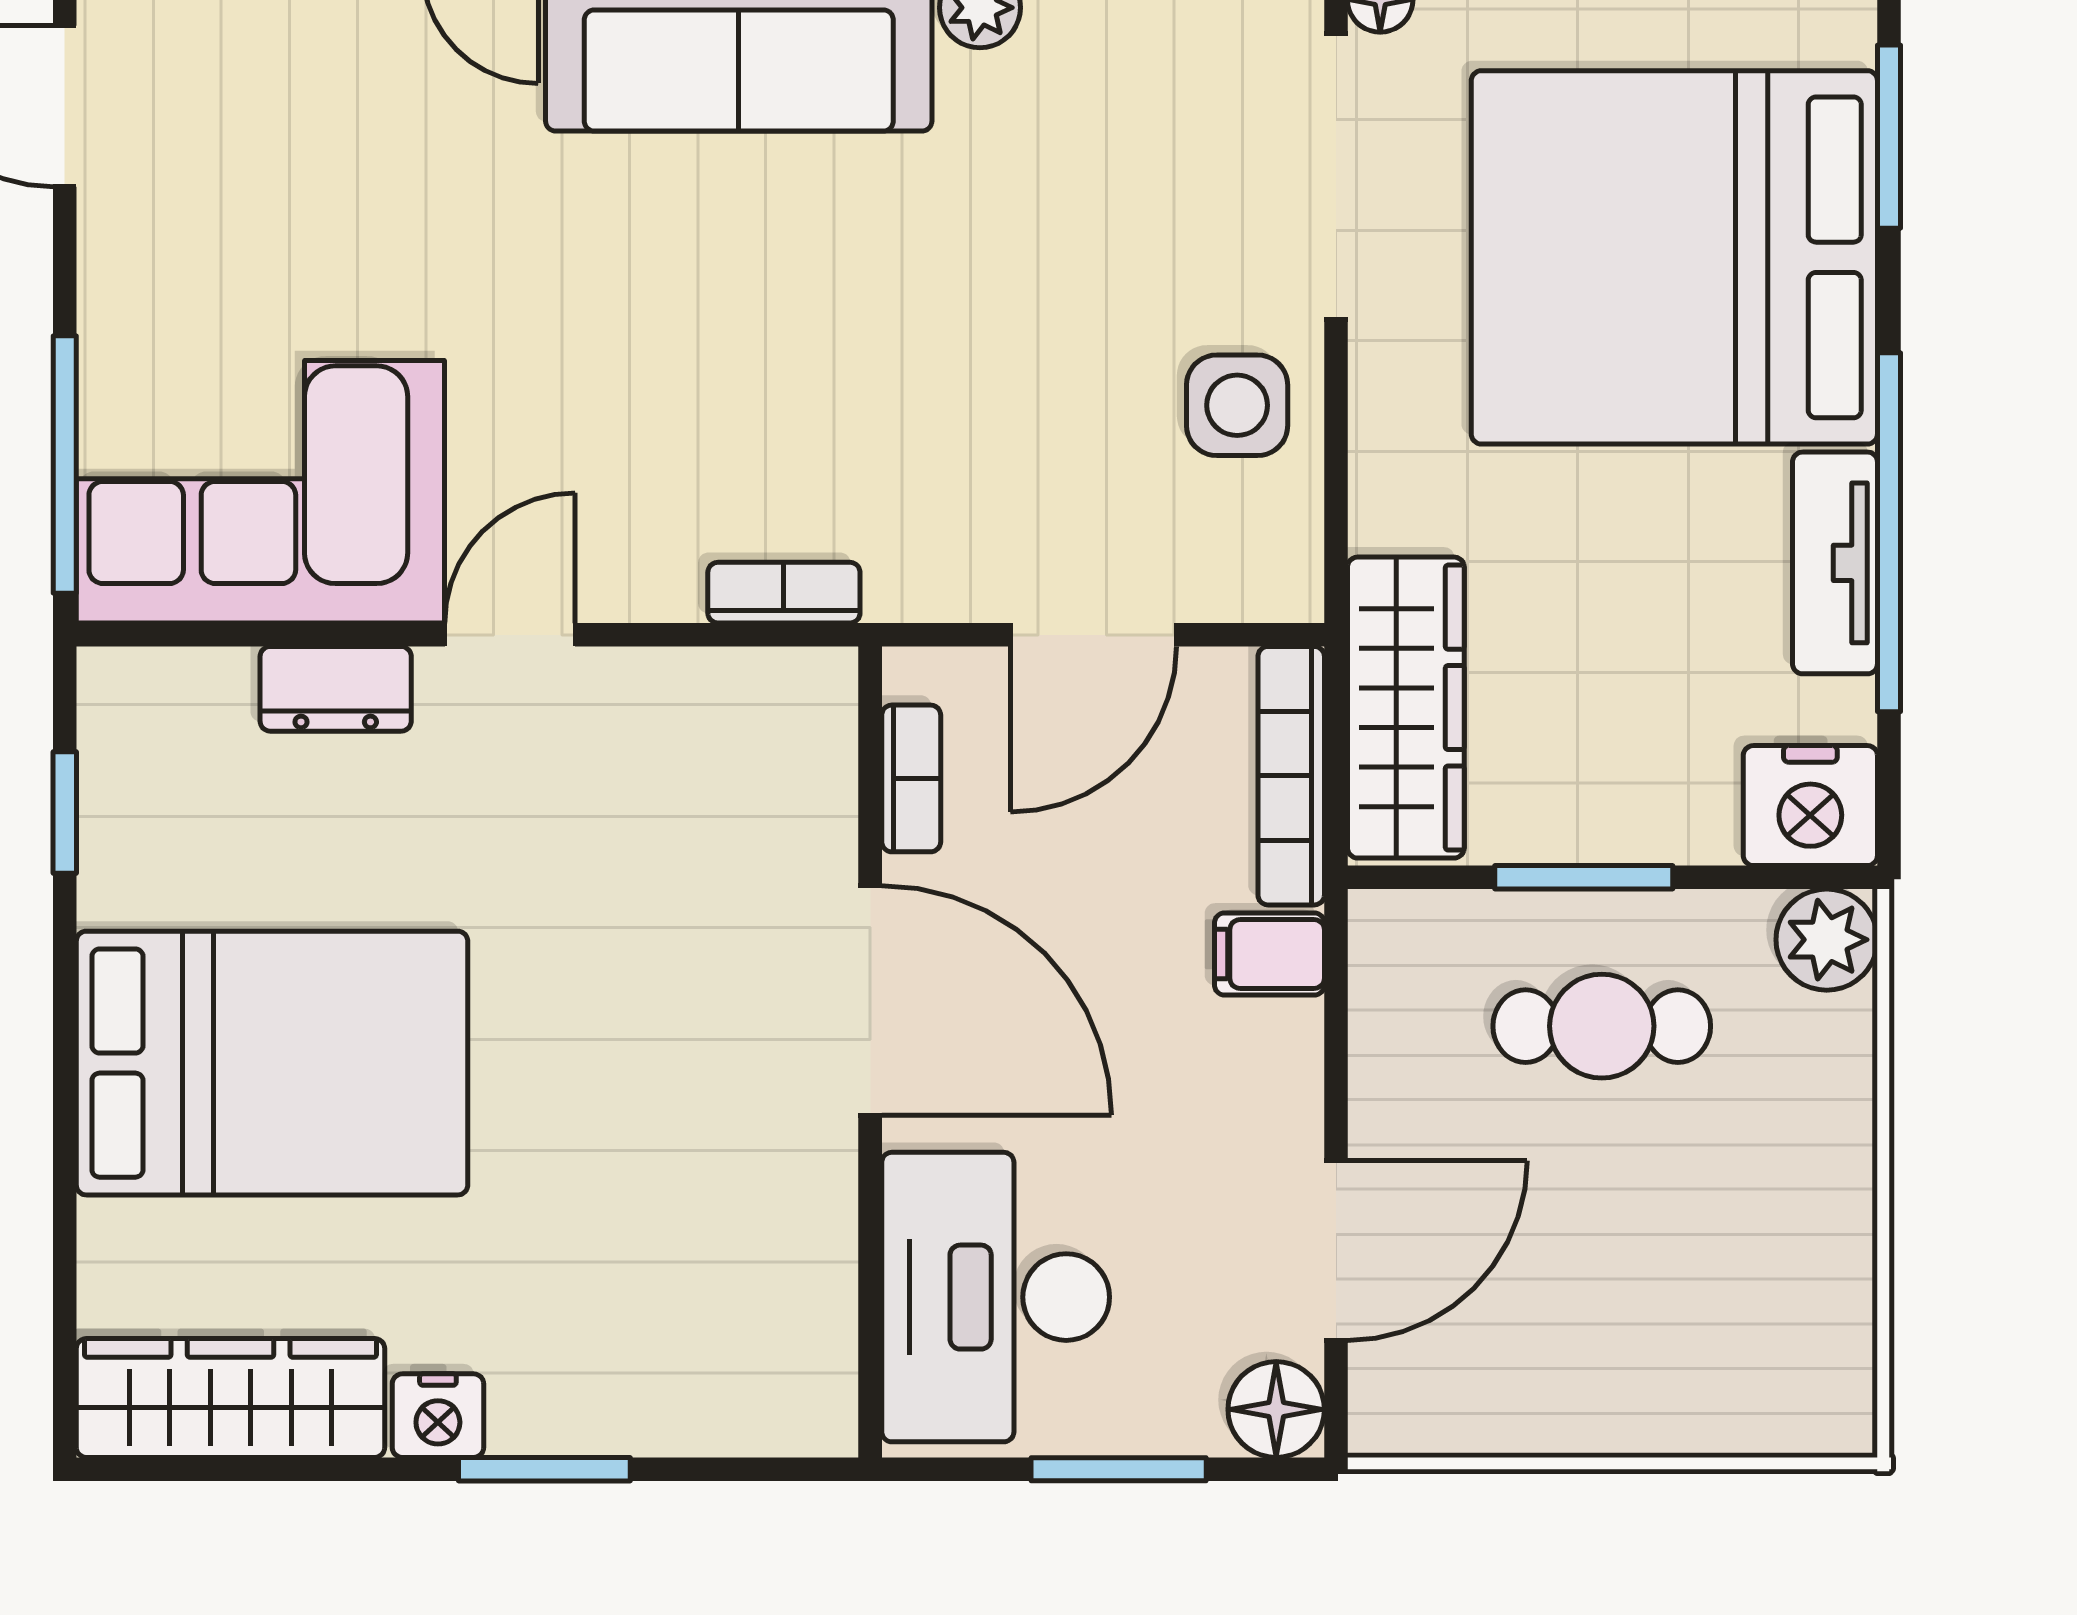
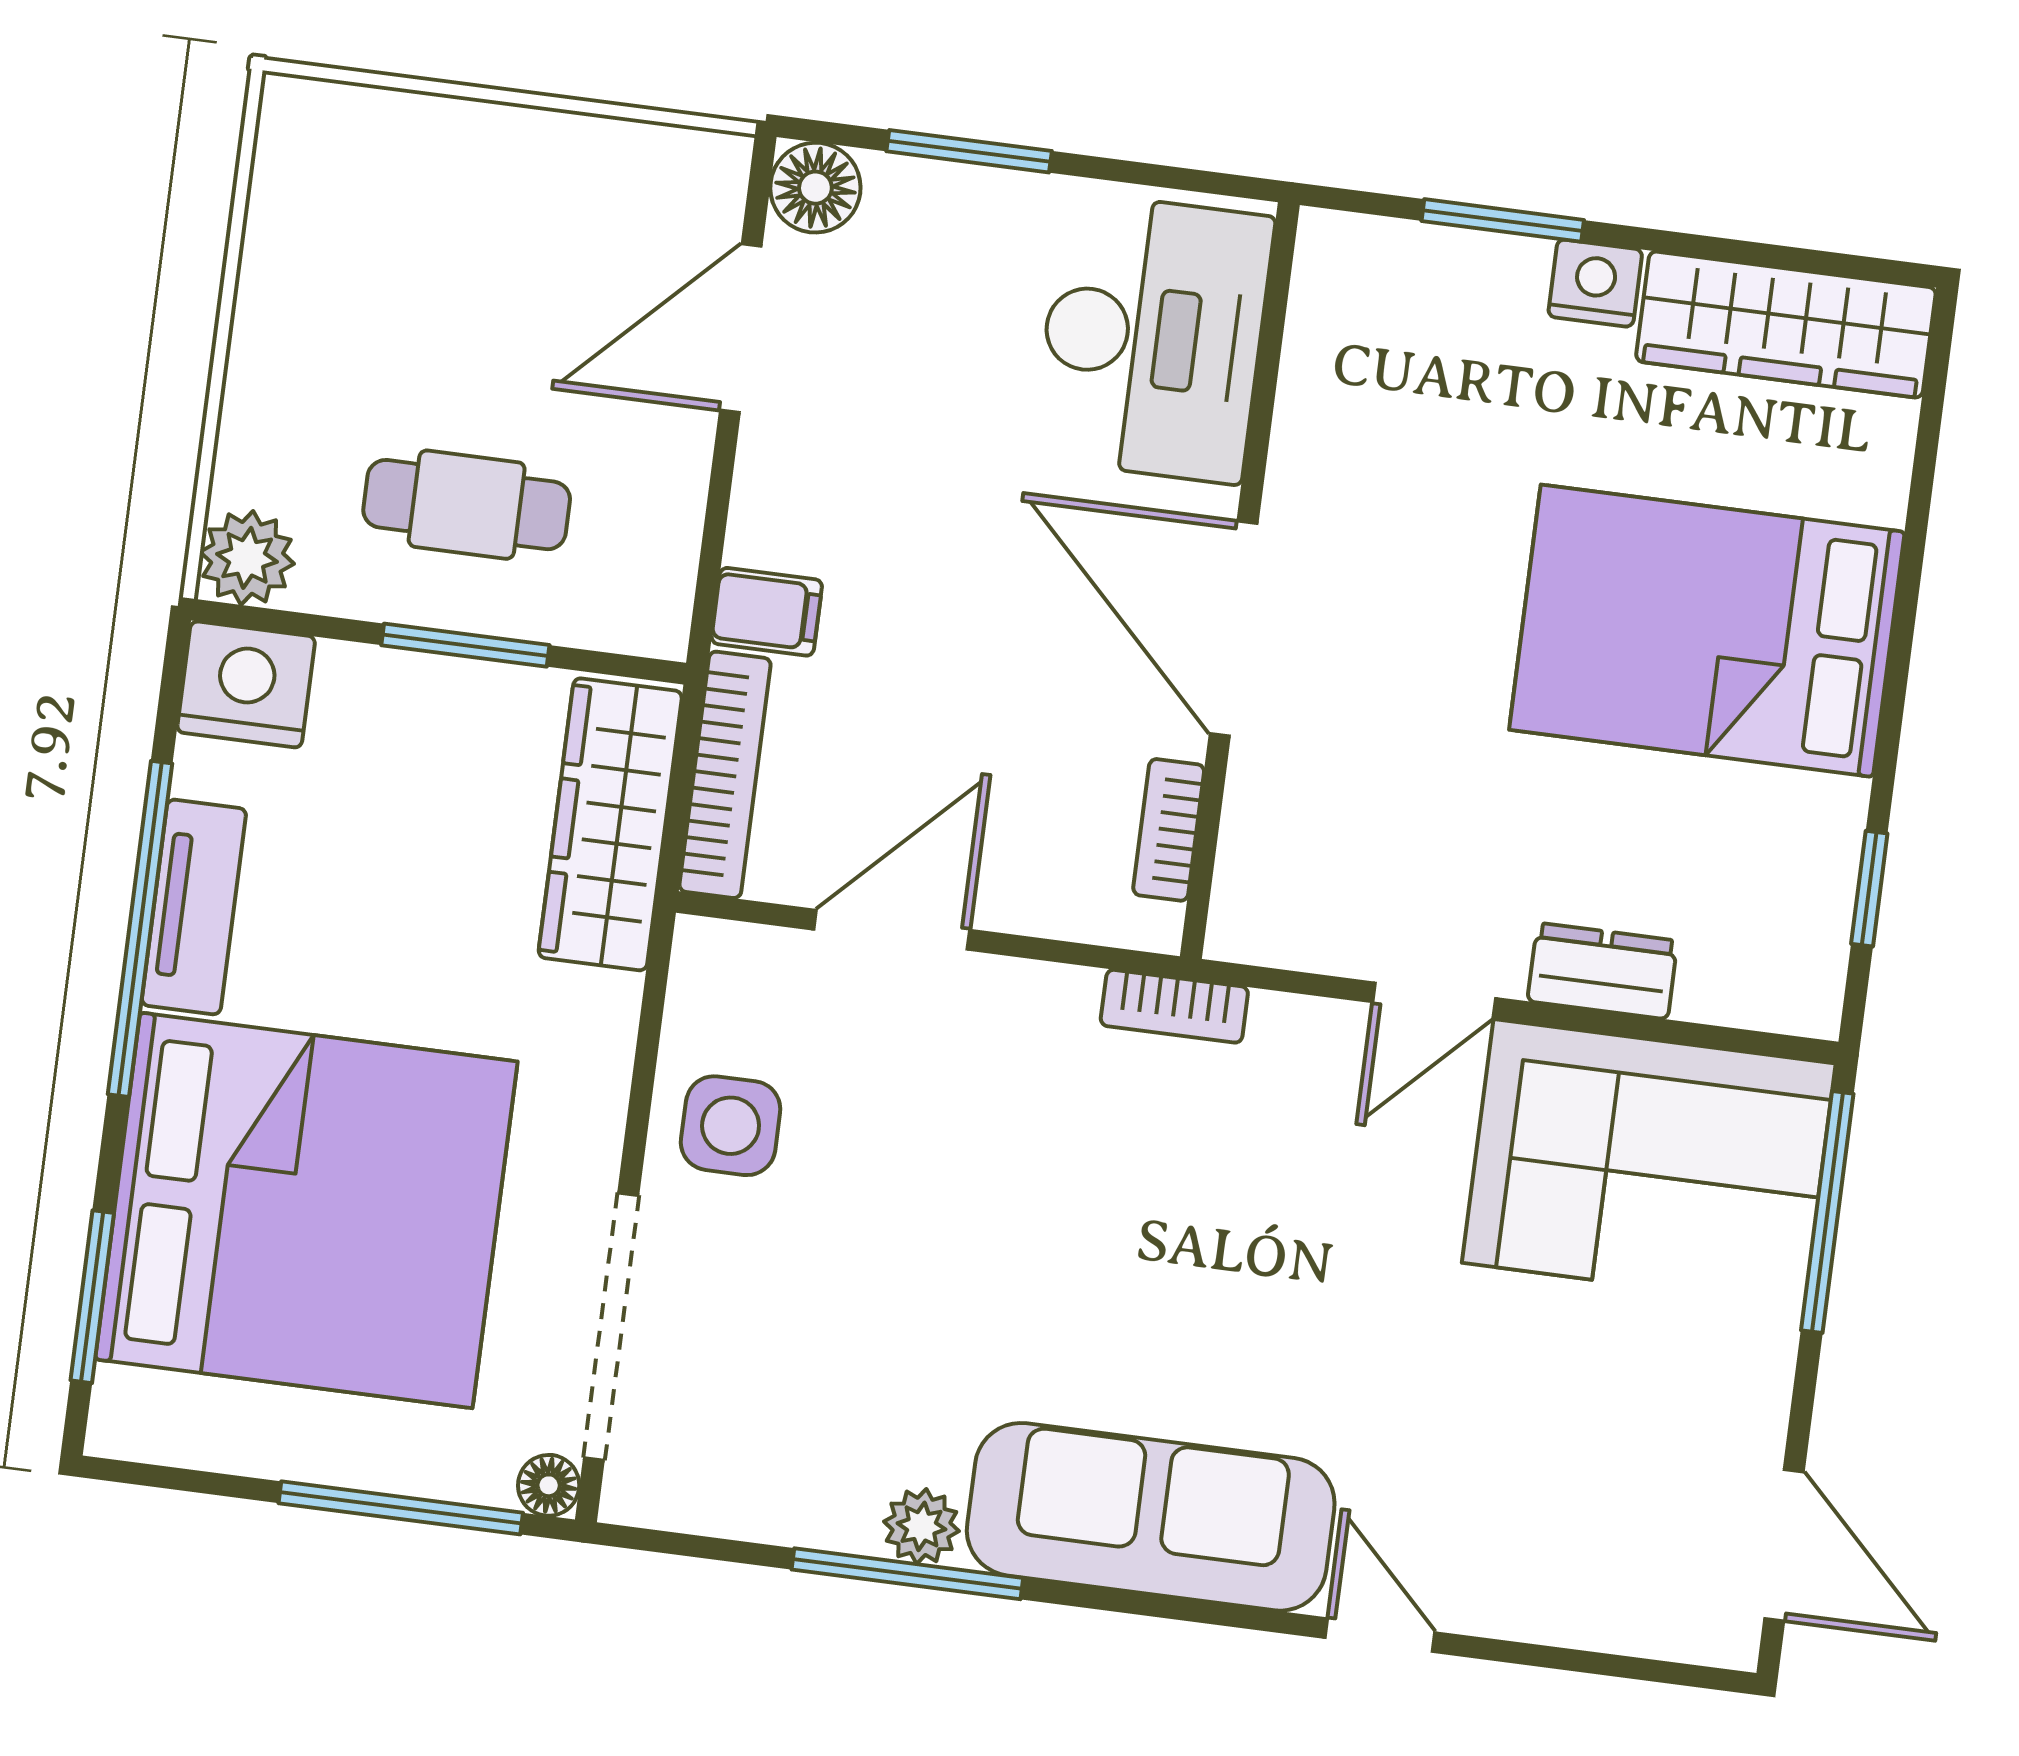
bookcase: (911, 778) -> (1169, 830), moved
door: (870, 1000) -> (1234, 629), moved
wall: (870, 1052) -> (1240, 581), moved
desk: (996, 1297) -> (1153, 338), moved

